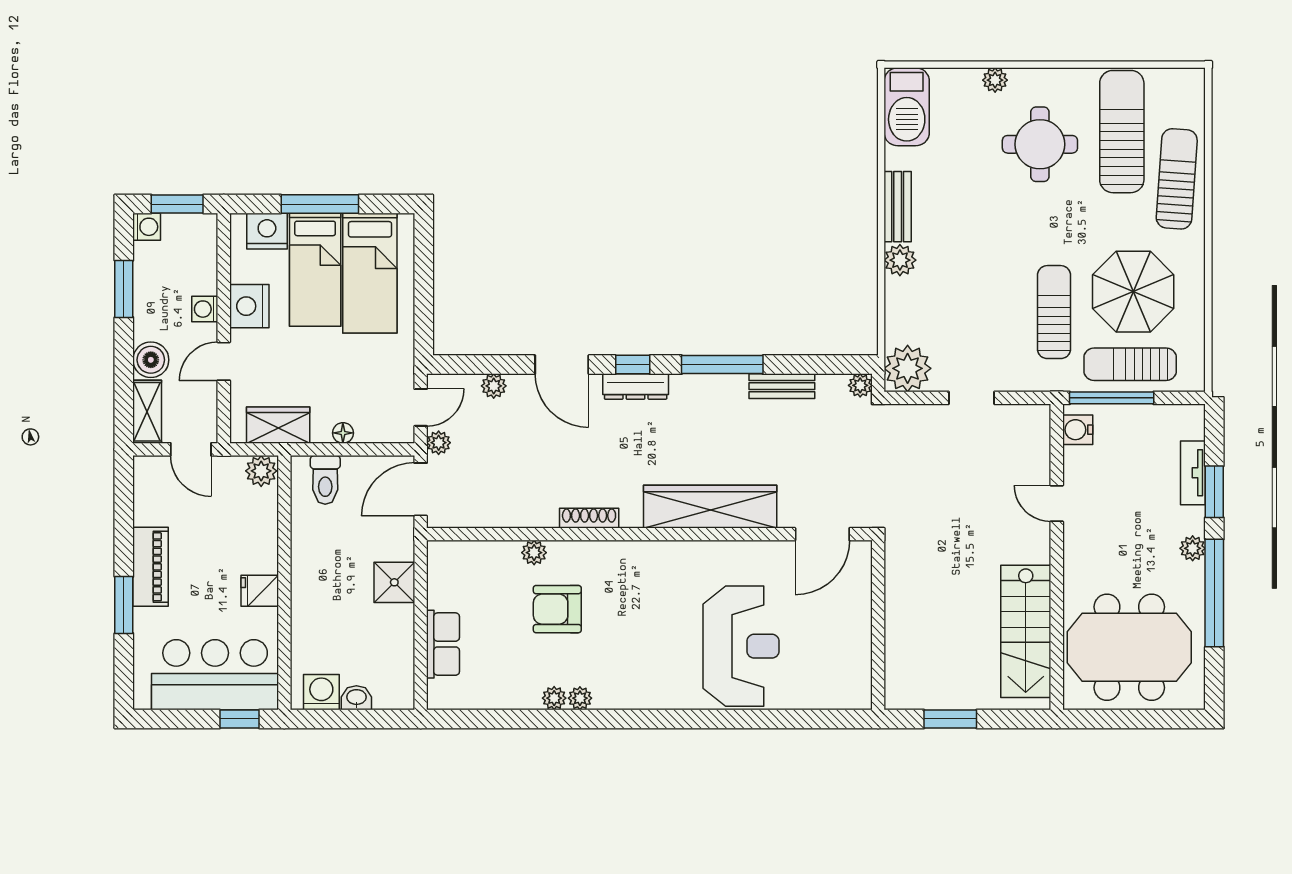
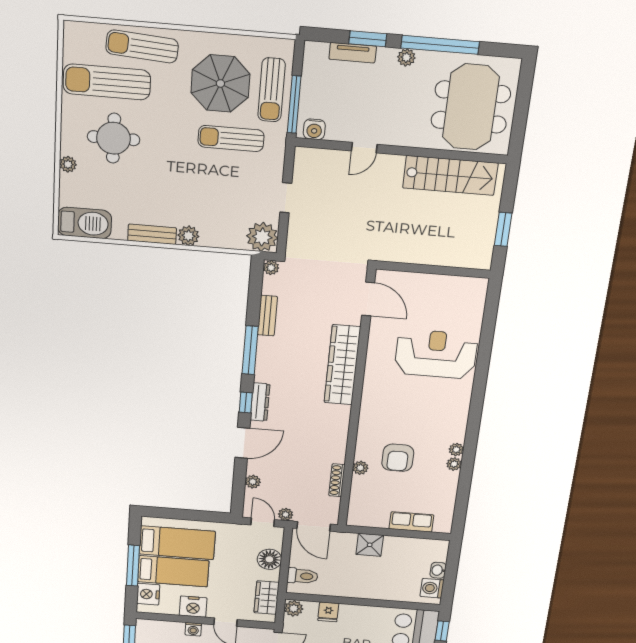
floor lamp: (343, 433) -> (269, 559), width x1.89, depth x1.89
shoe rack: (589, 518) -> (337, 480), moved
fridge: (260, 591) -> (328, 612), moved

